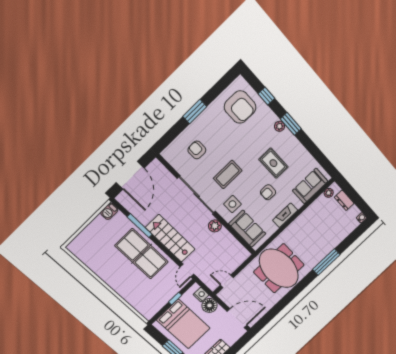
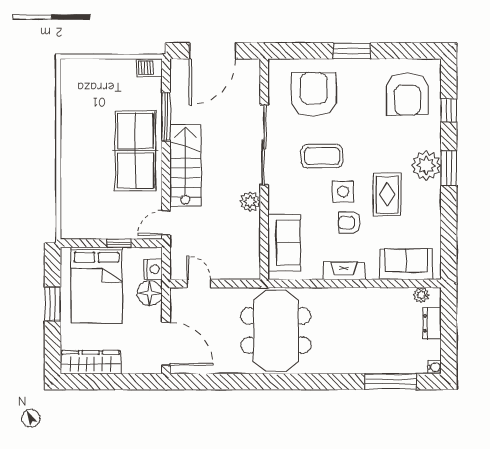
plant: (280, 126) -> (426, 166), width x1.87, depth x1.87
armchair: (197, 150) -> (314, 95), width x1.88, depth x1.88
side table: (232, 204) -> (343, 192), moved
window: (326, 262) -> (390, 382), moved

